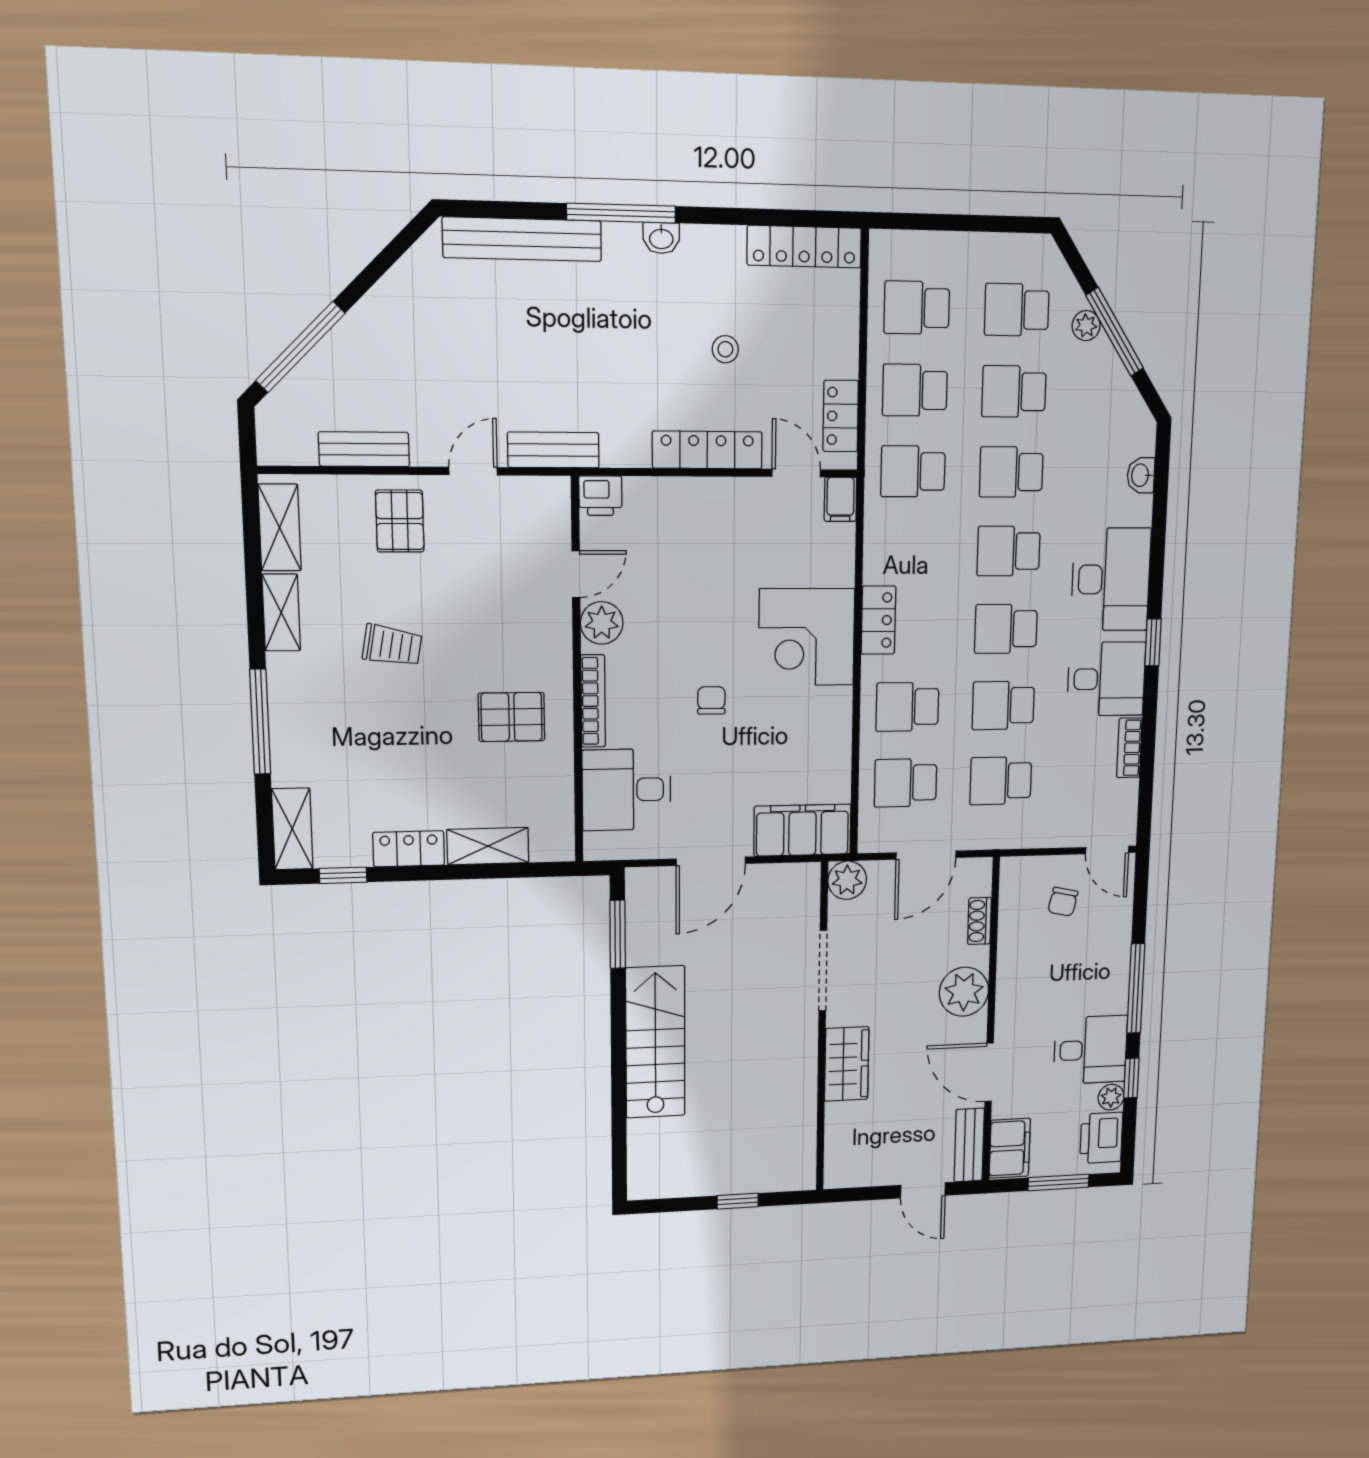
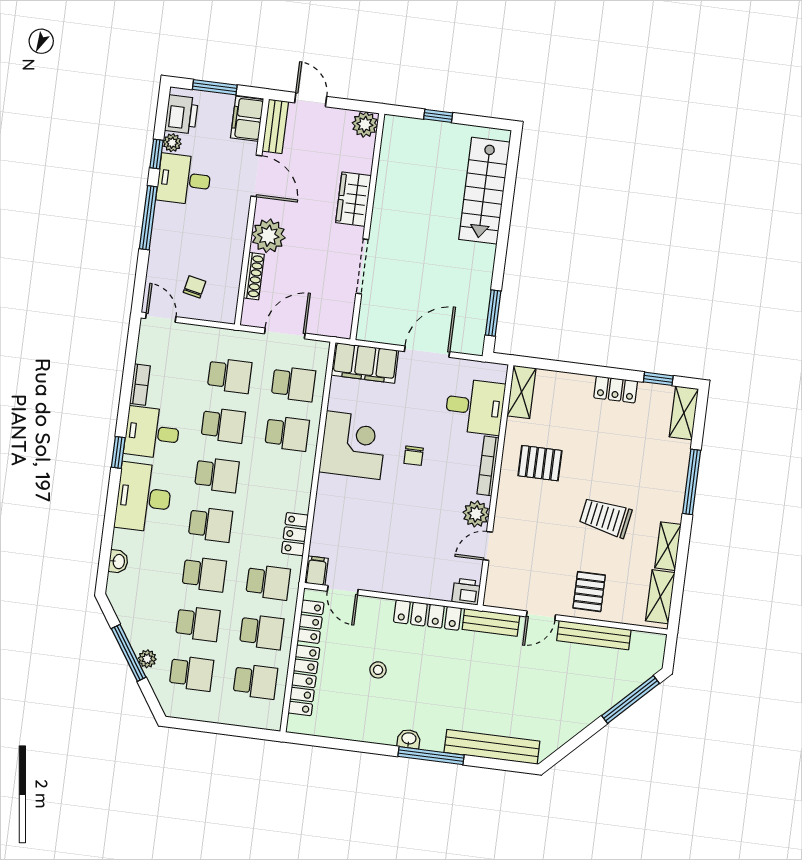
locker: (804, 247) -> (304, 680), moved, turned 90
bench: (364, 449) -> (594, 635), width x1.36
locker: (707, 450) -> (427, 615), moved
locker: (878, 620) -> (295, 534), moved
corner desk: (807, 637) -> (353, 445), moved
trolley: (392, 645) -> (606, 517), width x1.36, depth x1.39
shelving: (488, 846) -> (522, 392), moved, turned 90
plant: (847, 880) -> (365, 124), moved
shoe rack: (980, 921) -> (254, 276), width x1.43
stairs: (655, 1042) -> (484, 191), moved

